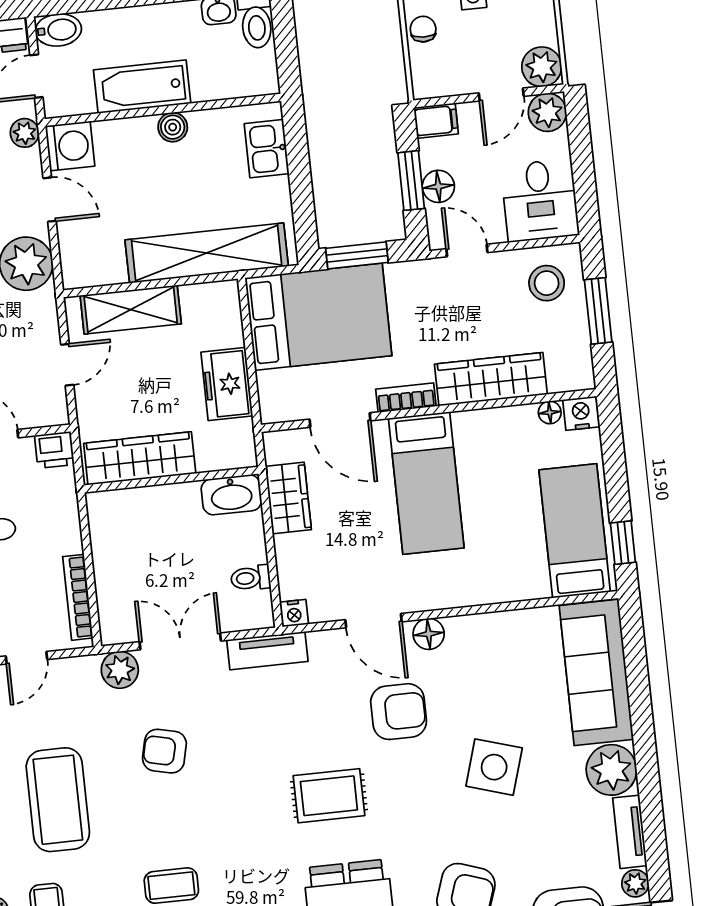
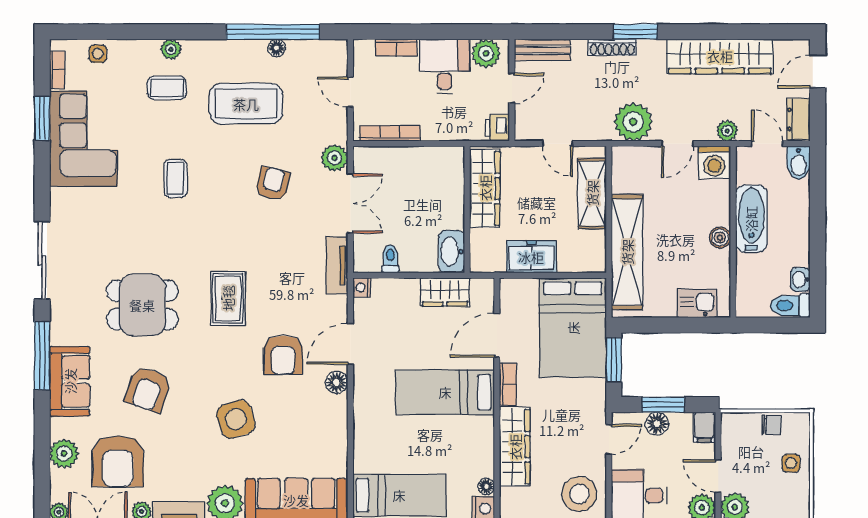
stool: (547, 283) -> (579, 494), width x1.38, depth x1.38
side table: (494, 767) -> (236, 419), turned -34

